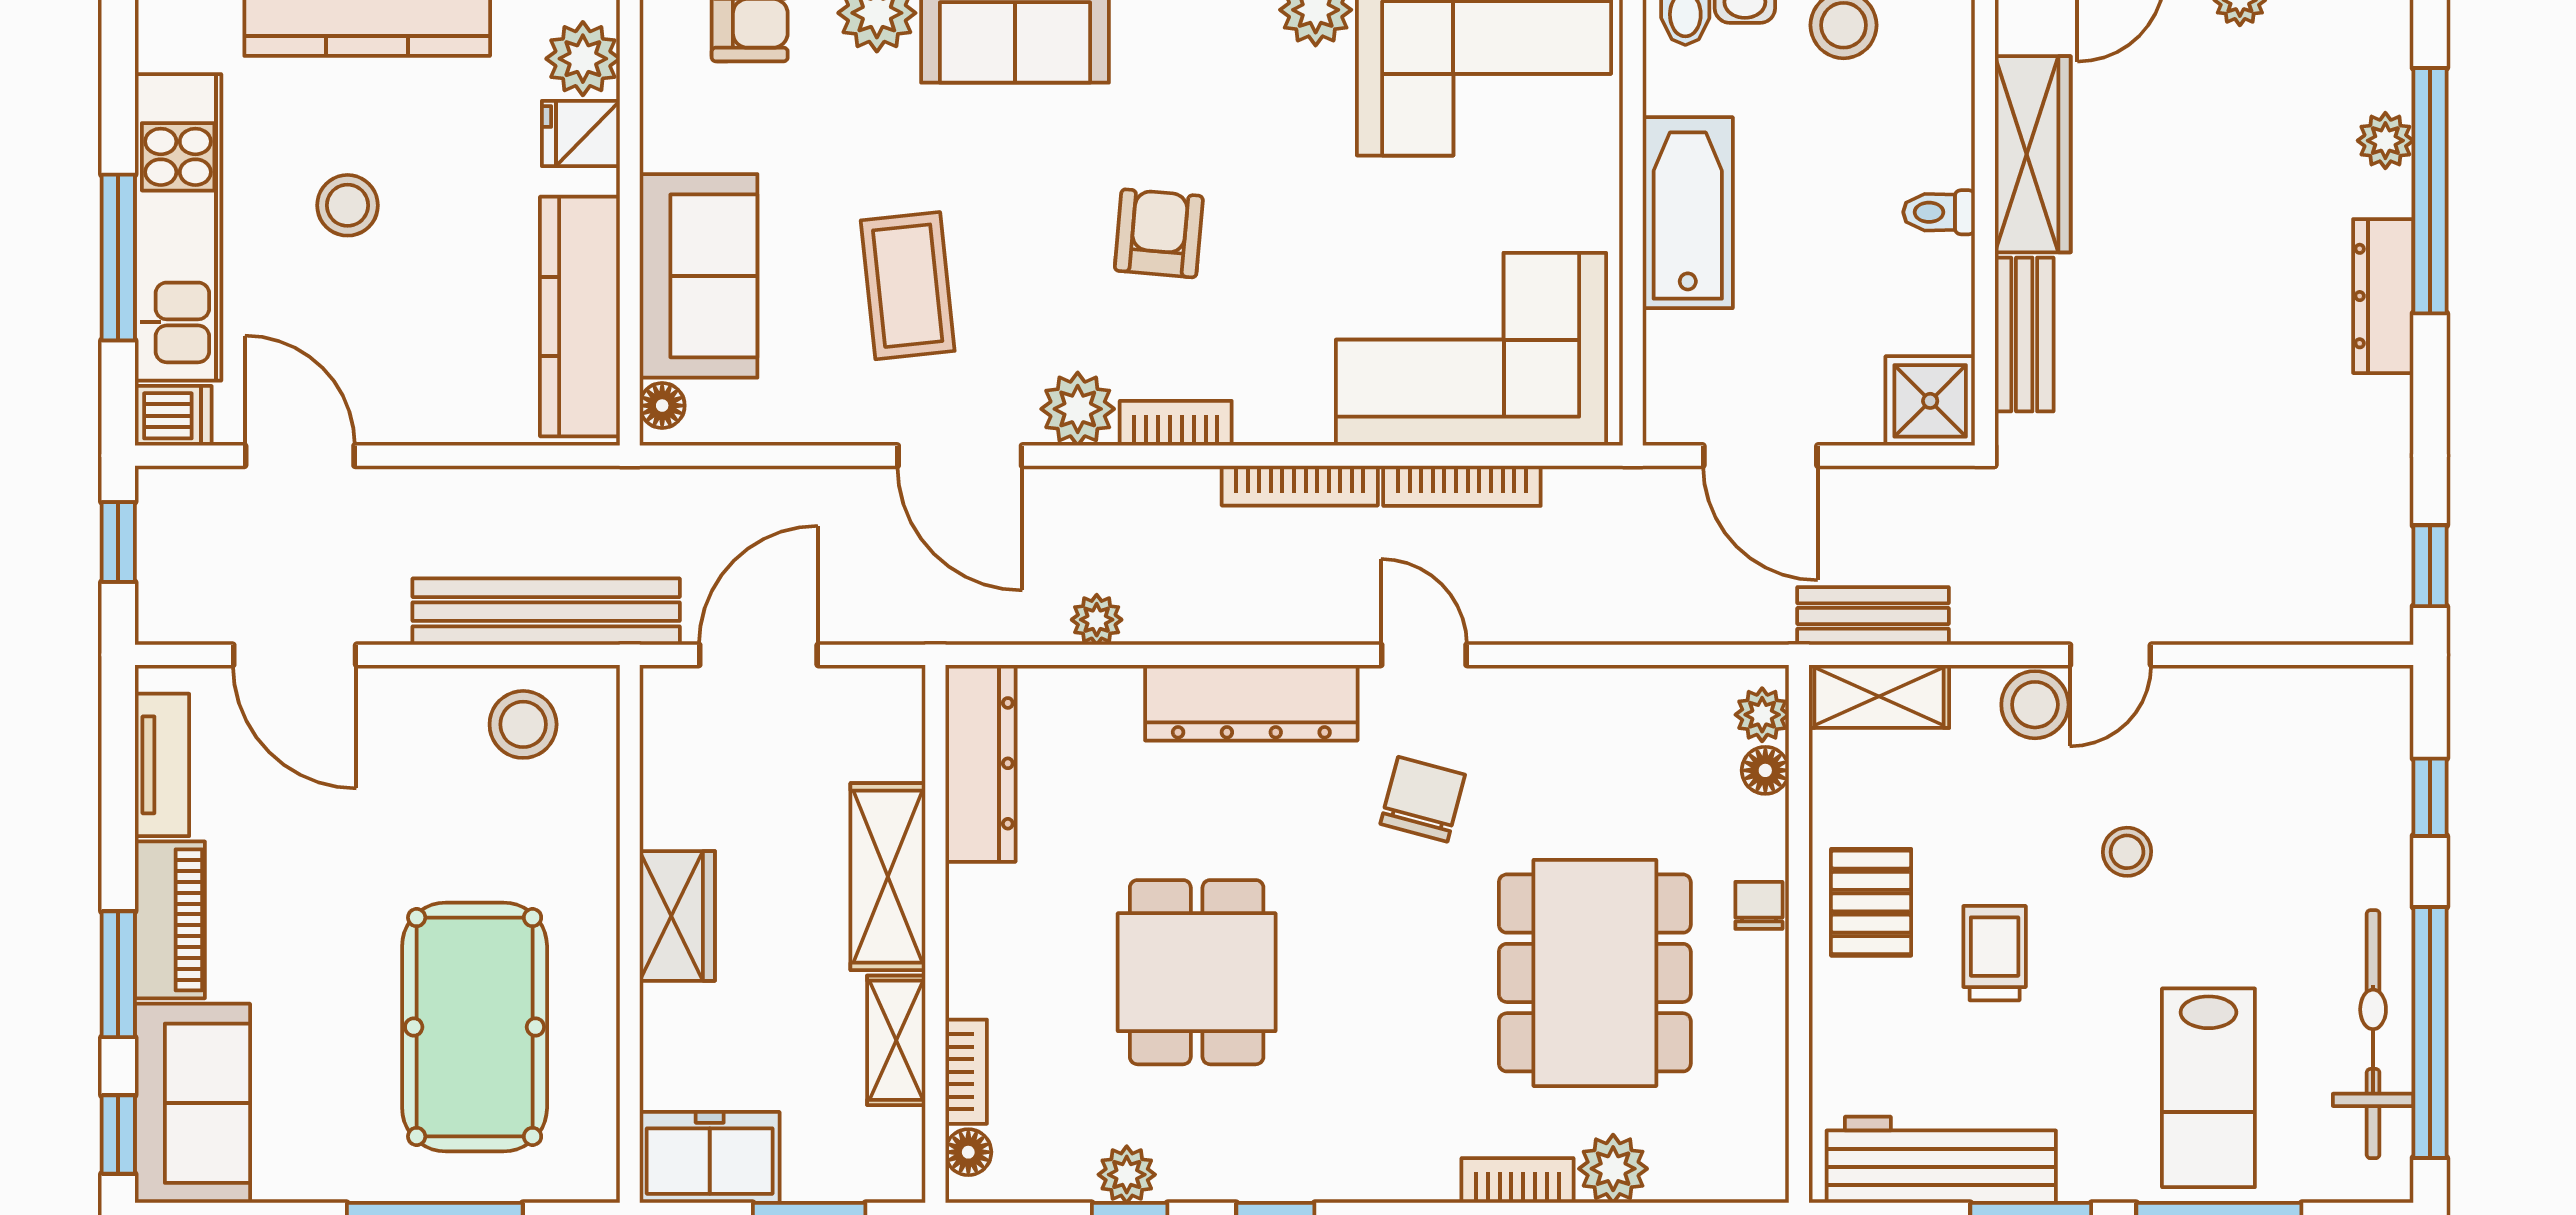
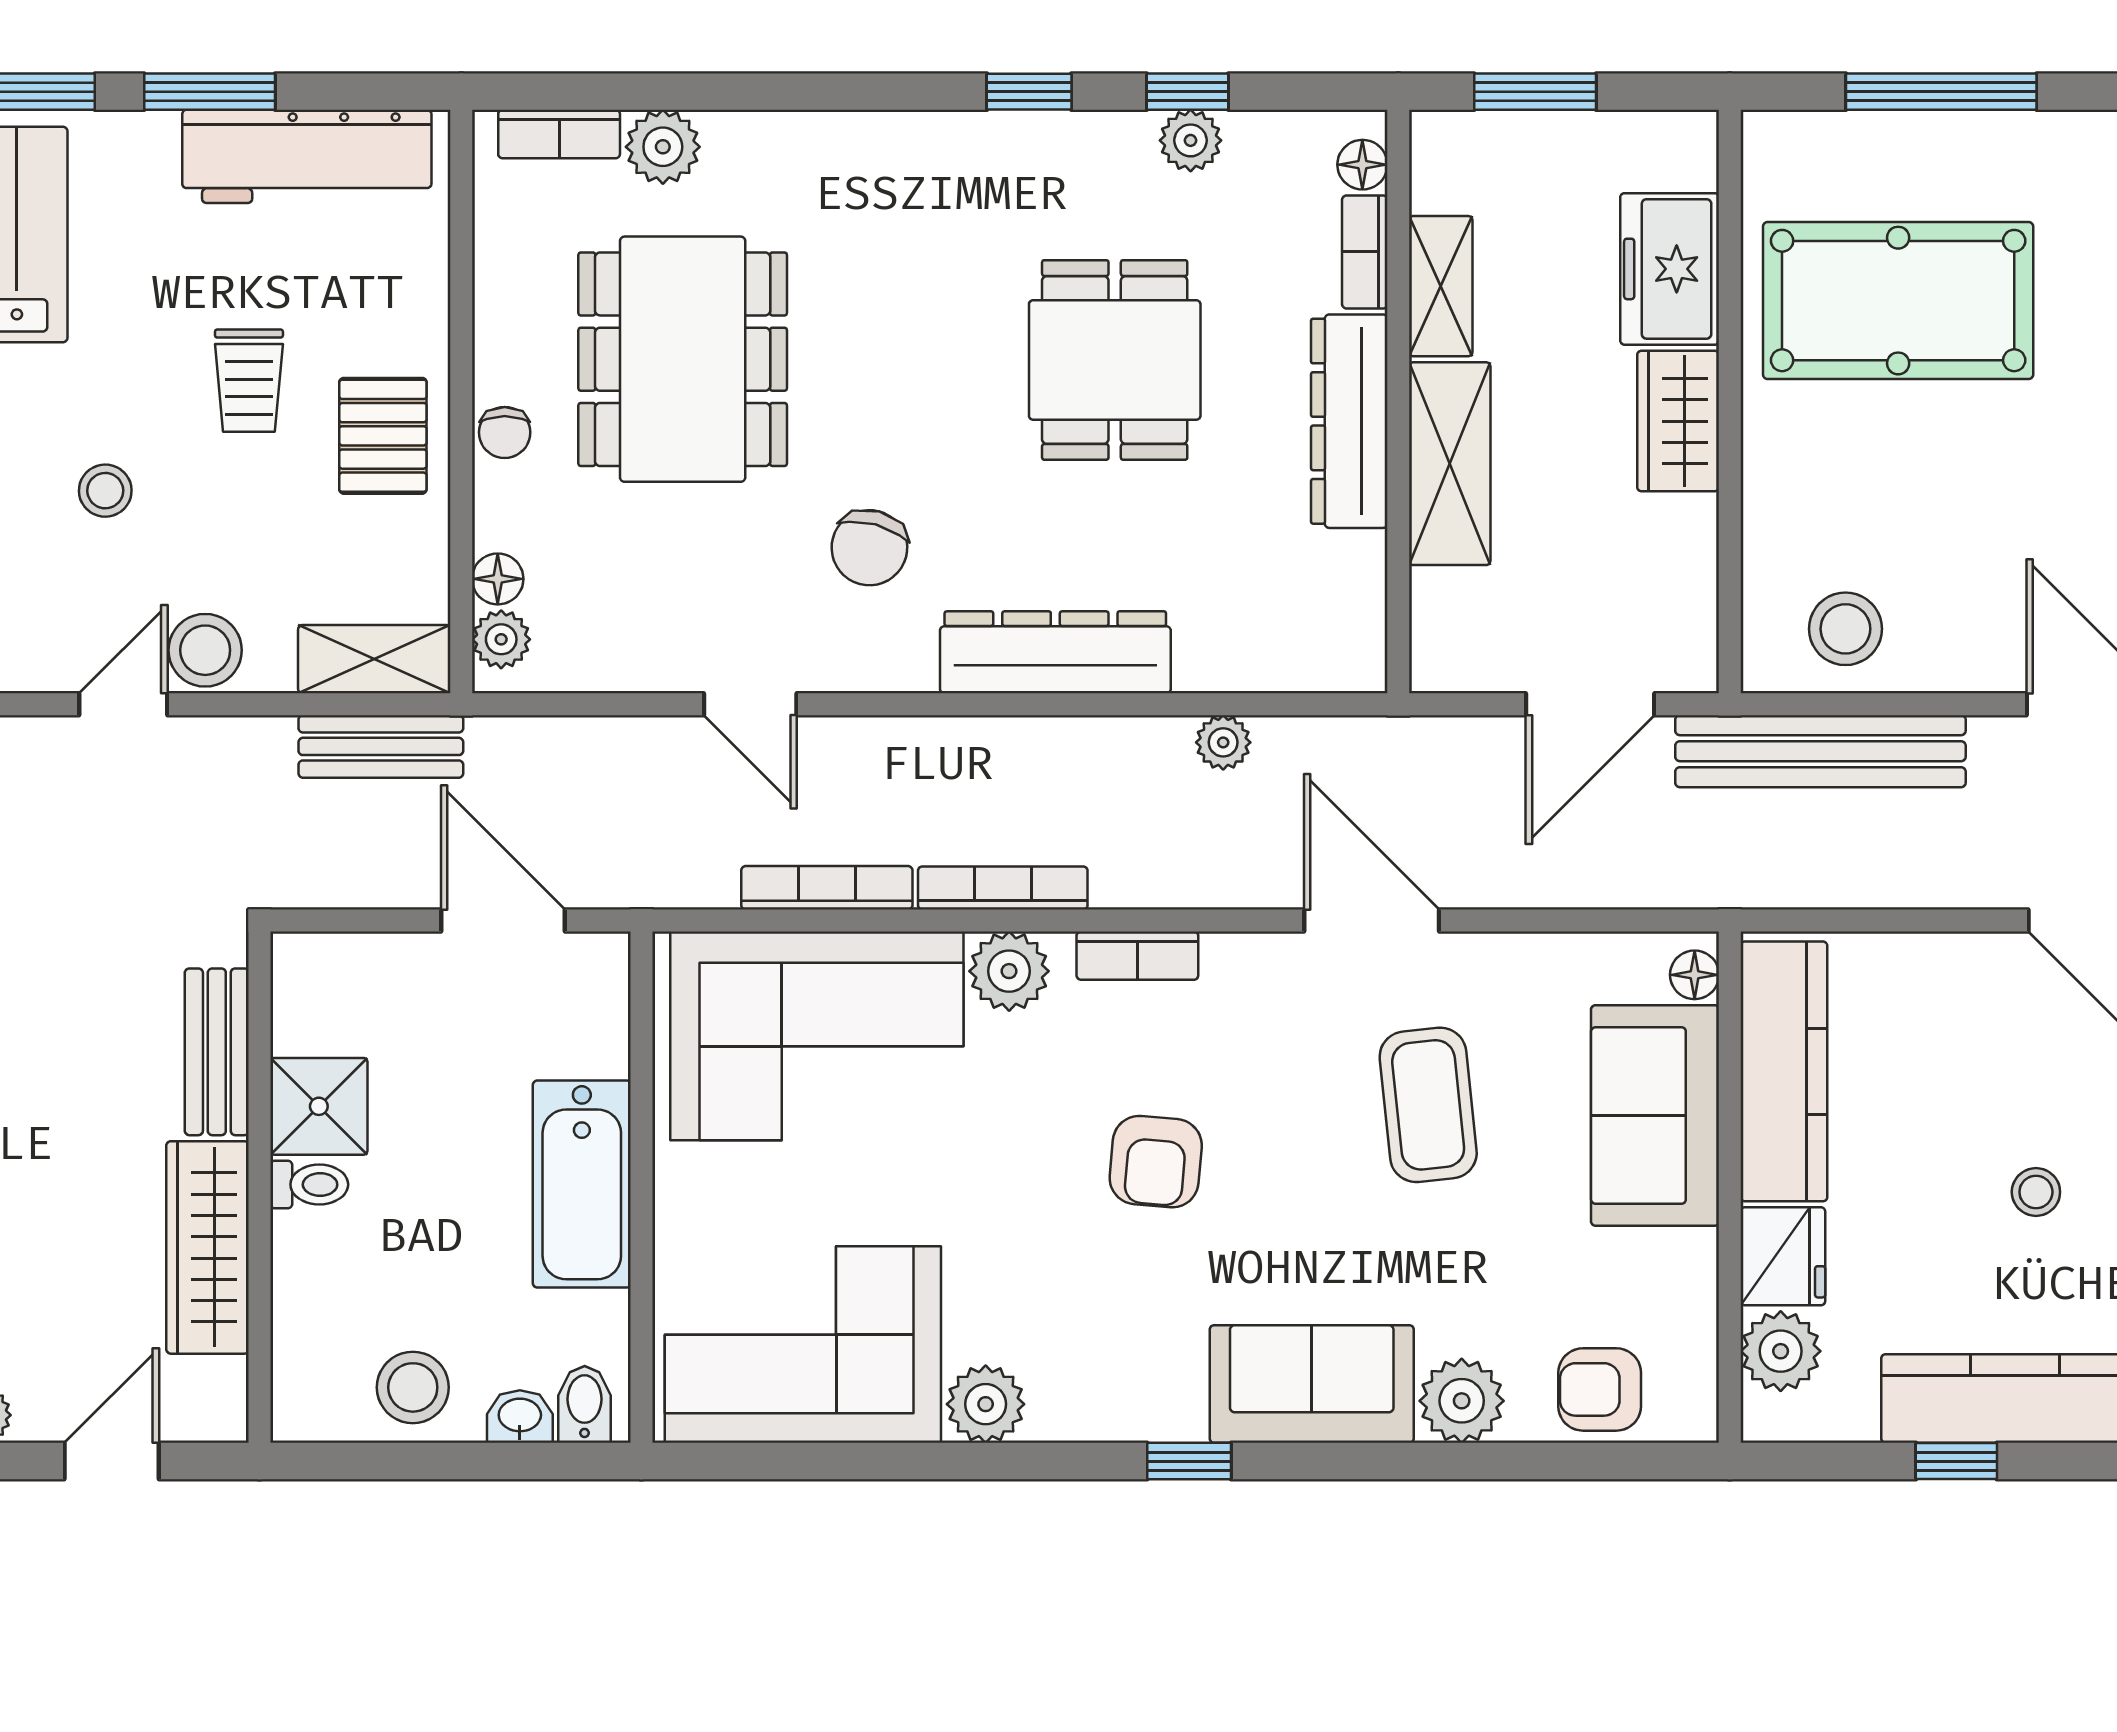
fridge: (581, 134) -> (1783, 1256), width x1.38
stool: (348, 205) -> (2036, 1192), width x0.73, depth x0.73
shower: (1930, 401) -> (319, 1106), moved
plant: (1078, 409) -> (1009, 971), moved
door: (1424, 655) -> (750, 704), moved
dresser: (980, 763) -> (1349, 421), moved
pool table: (475, 1027) -> (1898, 301), turned 90
freezer: (710, 1157) -> (1670, 269), moved, turned 90
bookcase: (1517, 1180) -> (559, 134), moved

